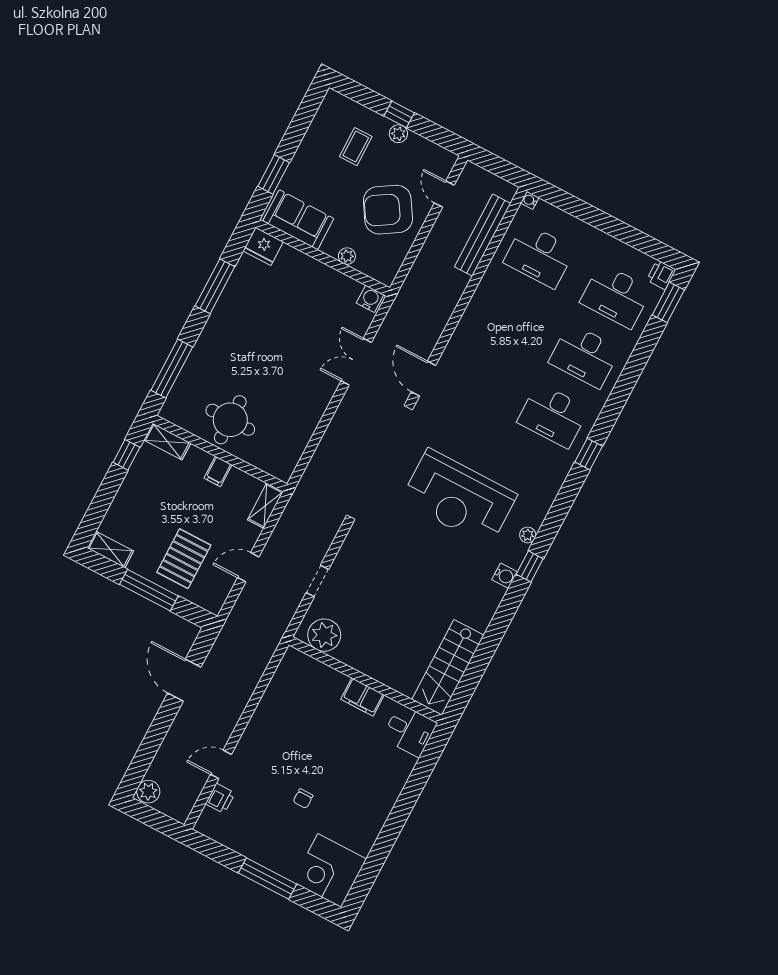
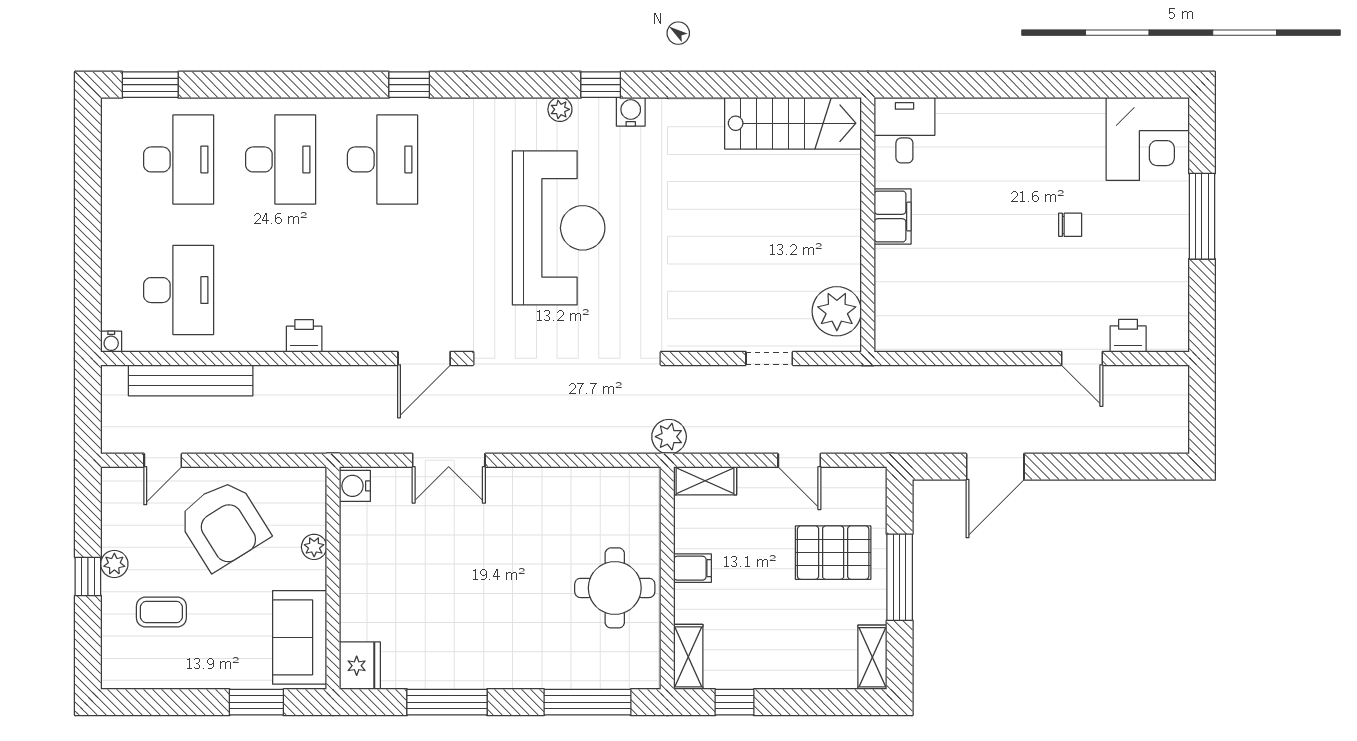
printer: (661, 275) -> (304, 336), moved, turned 180
plant: (148, 792) -> (669, 437), moved

